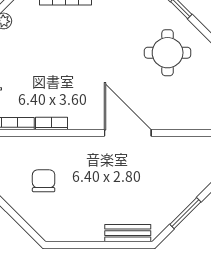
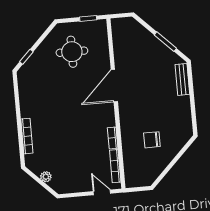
round table: (168, 53) -> (72, 52), moved

